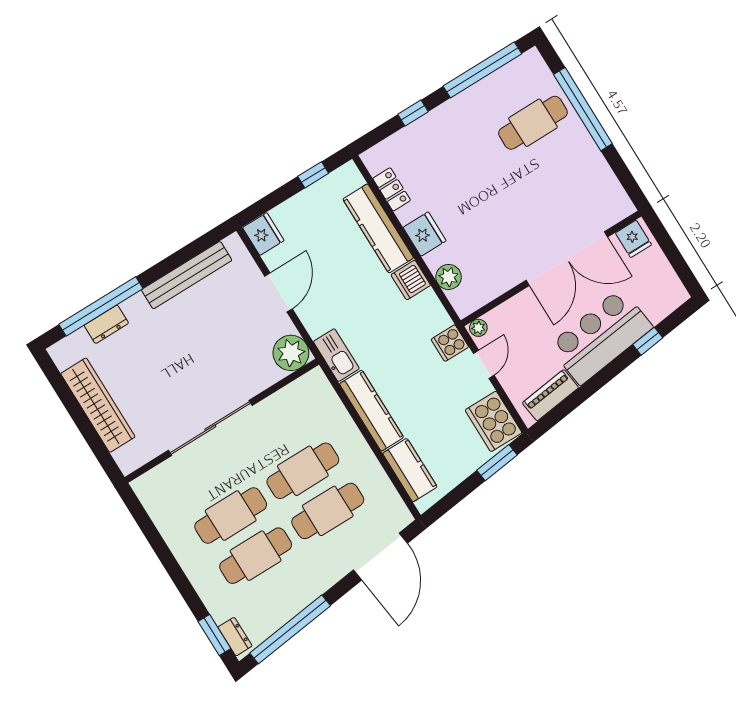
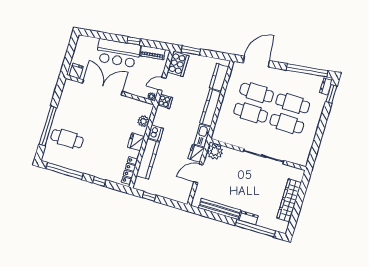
locker: (392, 189) -> (130, 171), width x1.53
fridge: (263, 234) -> (196, 153), moved
dresser: (106, 324) -> (249, 218), moved
window: (648, 341) -> (134, 41), moved

